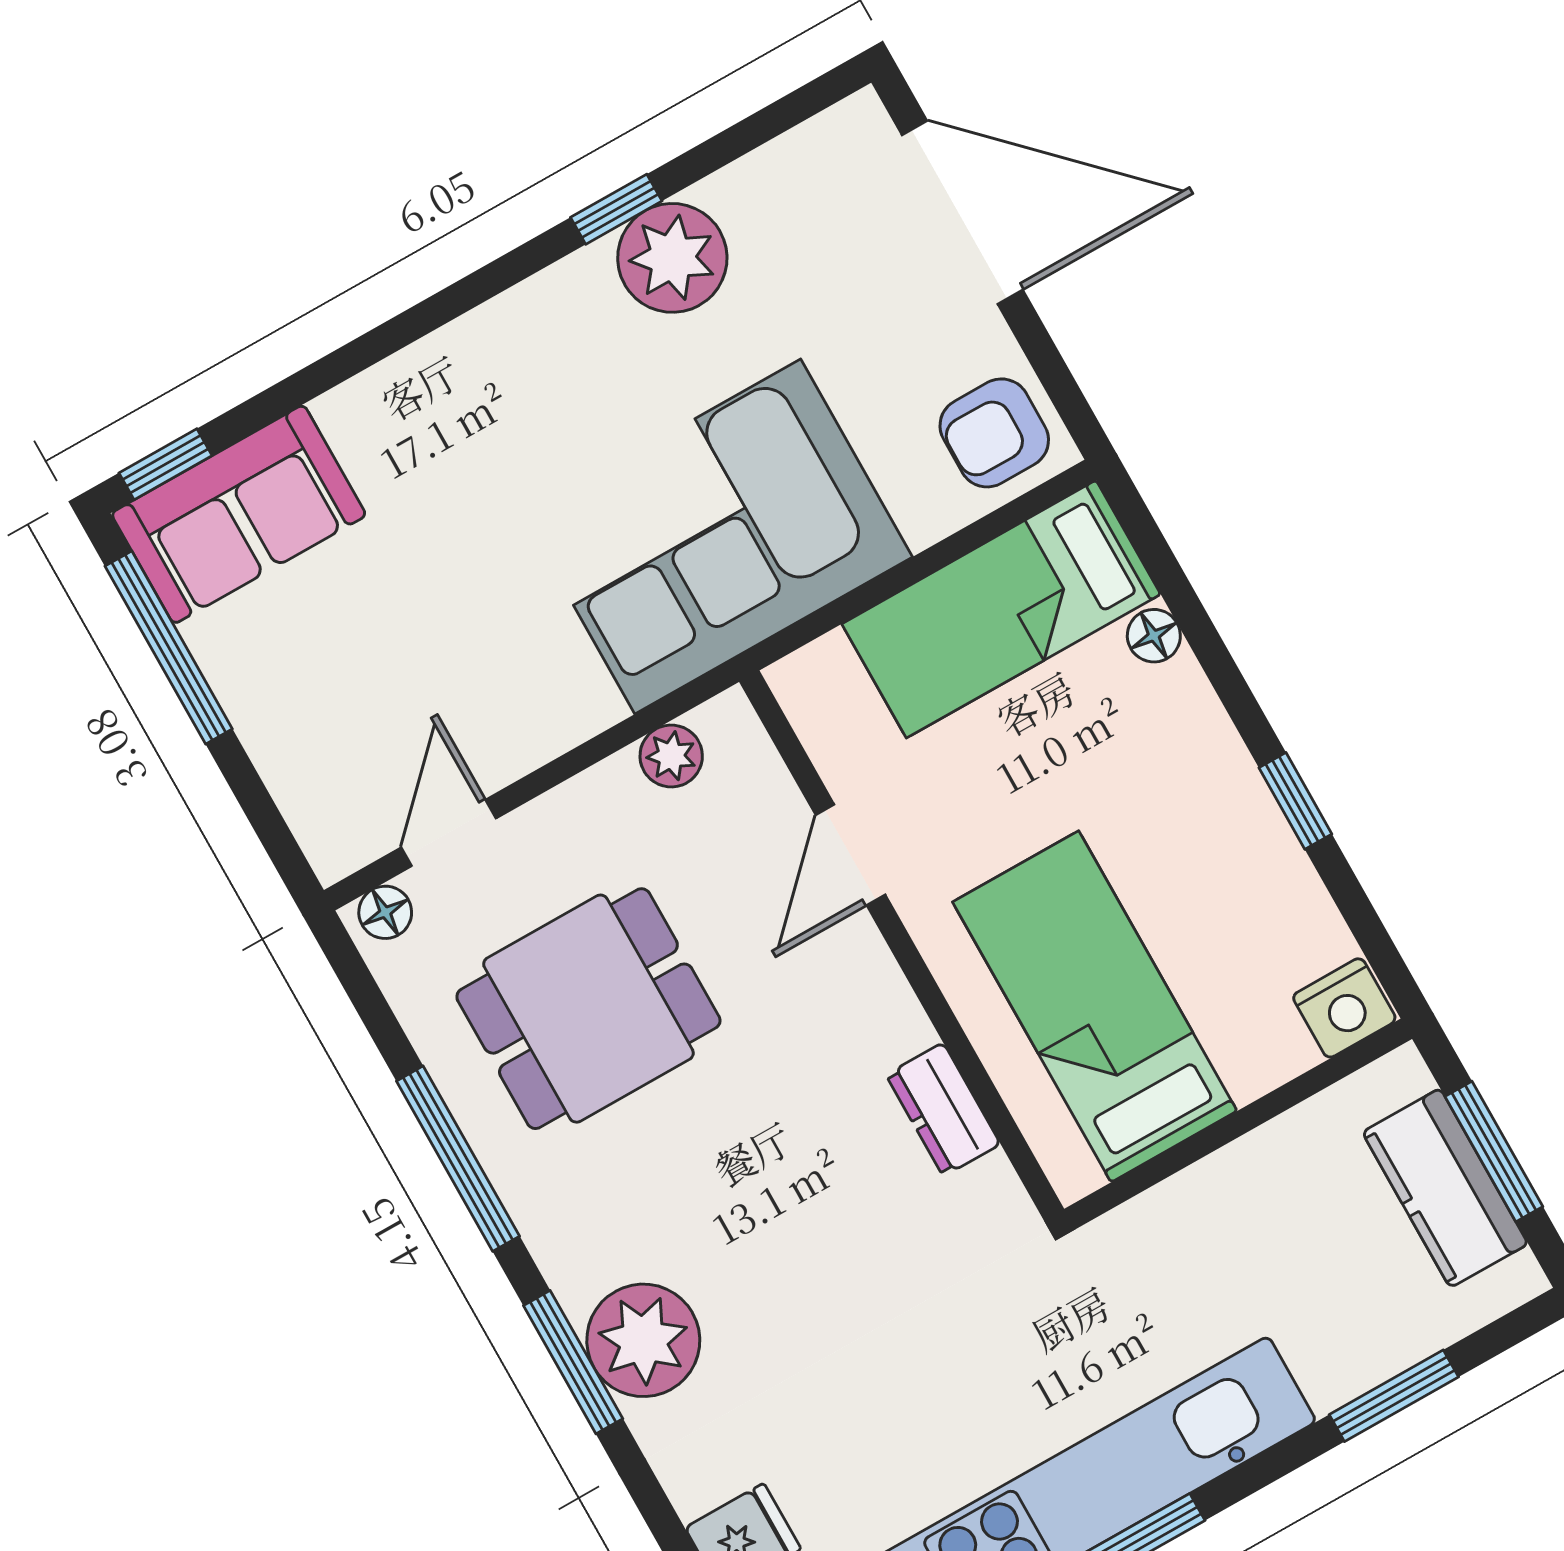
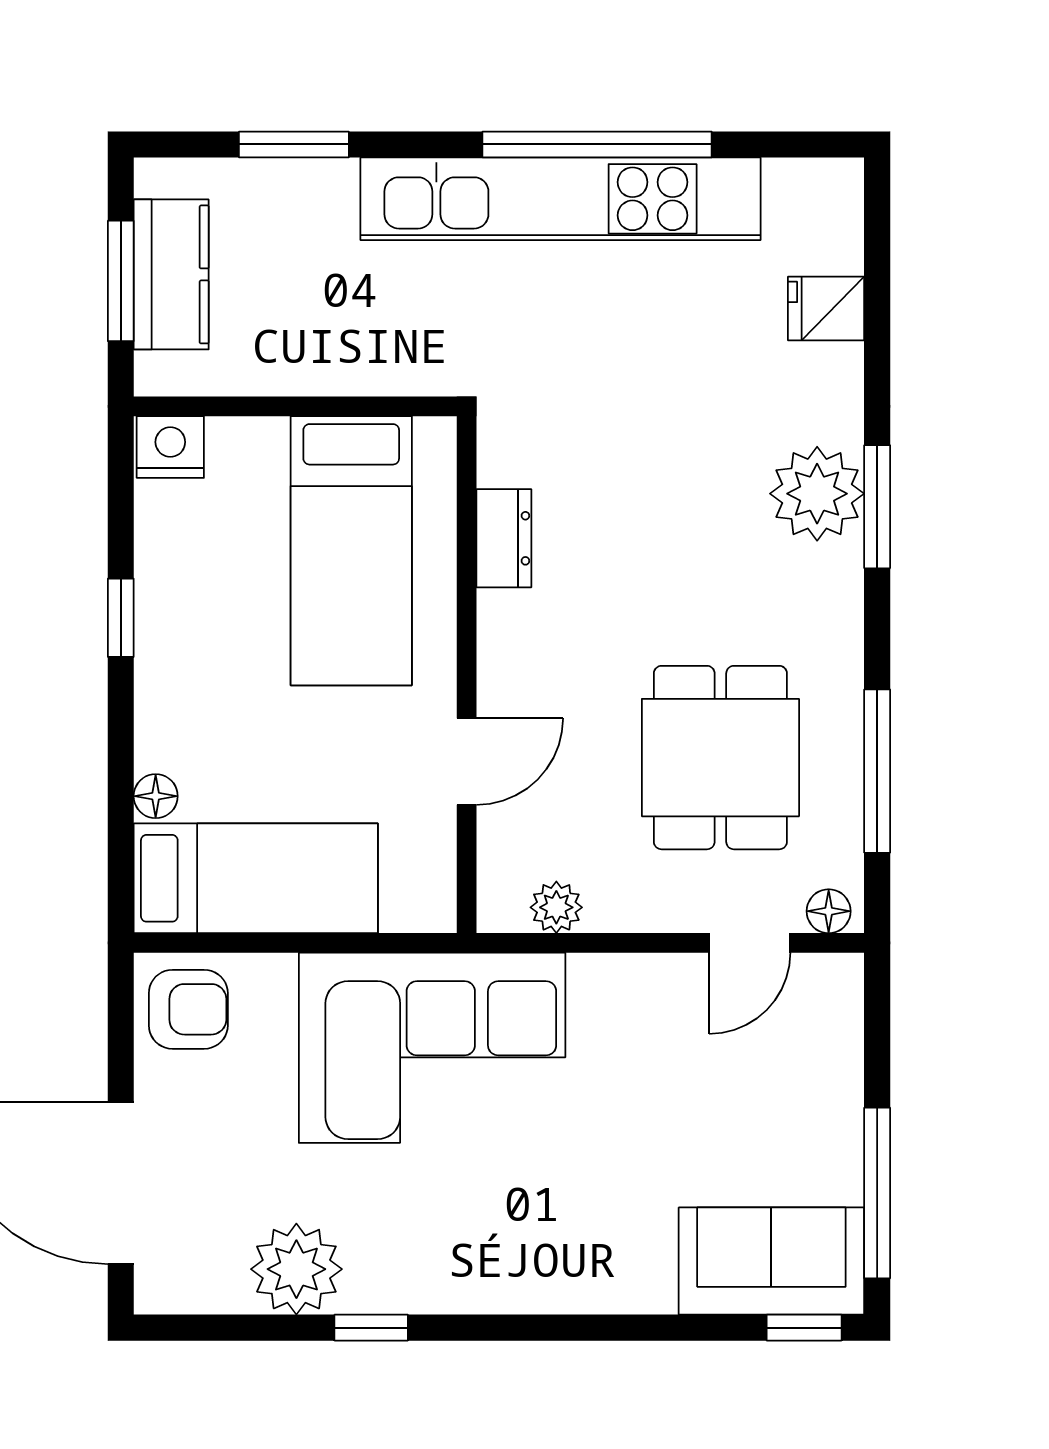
plant: (672, 258) -> (296, 1269), moved
dining table: (588, 1009) -> (720, 758), turned 90
window: (458, 1159) -> (877, 771), moved

